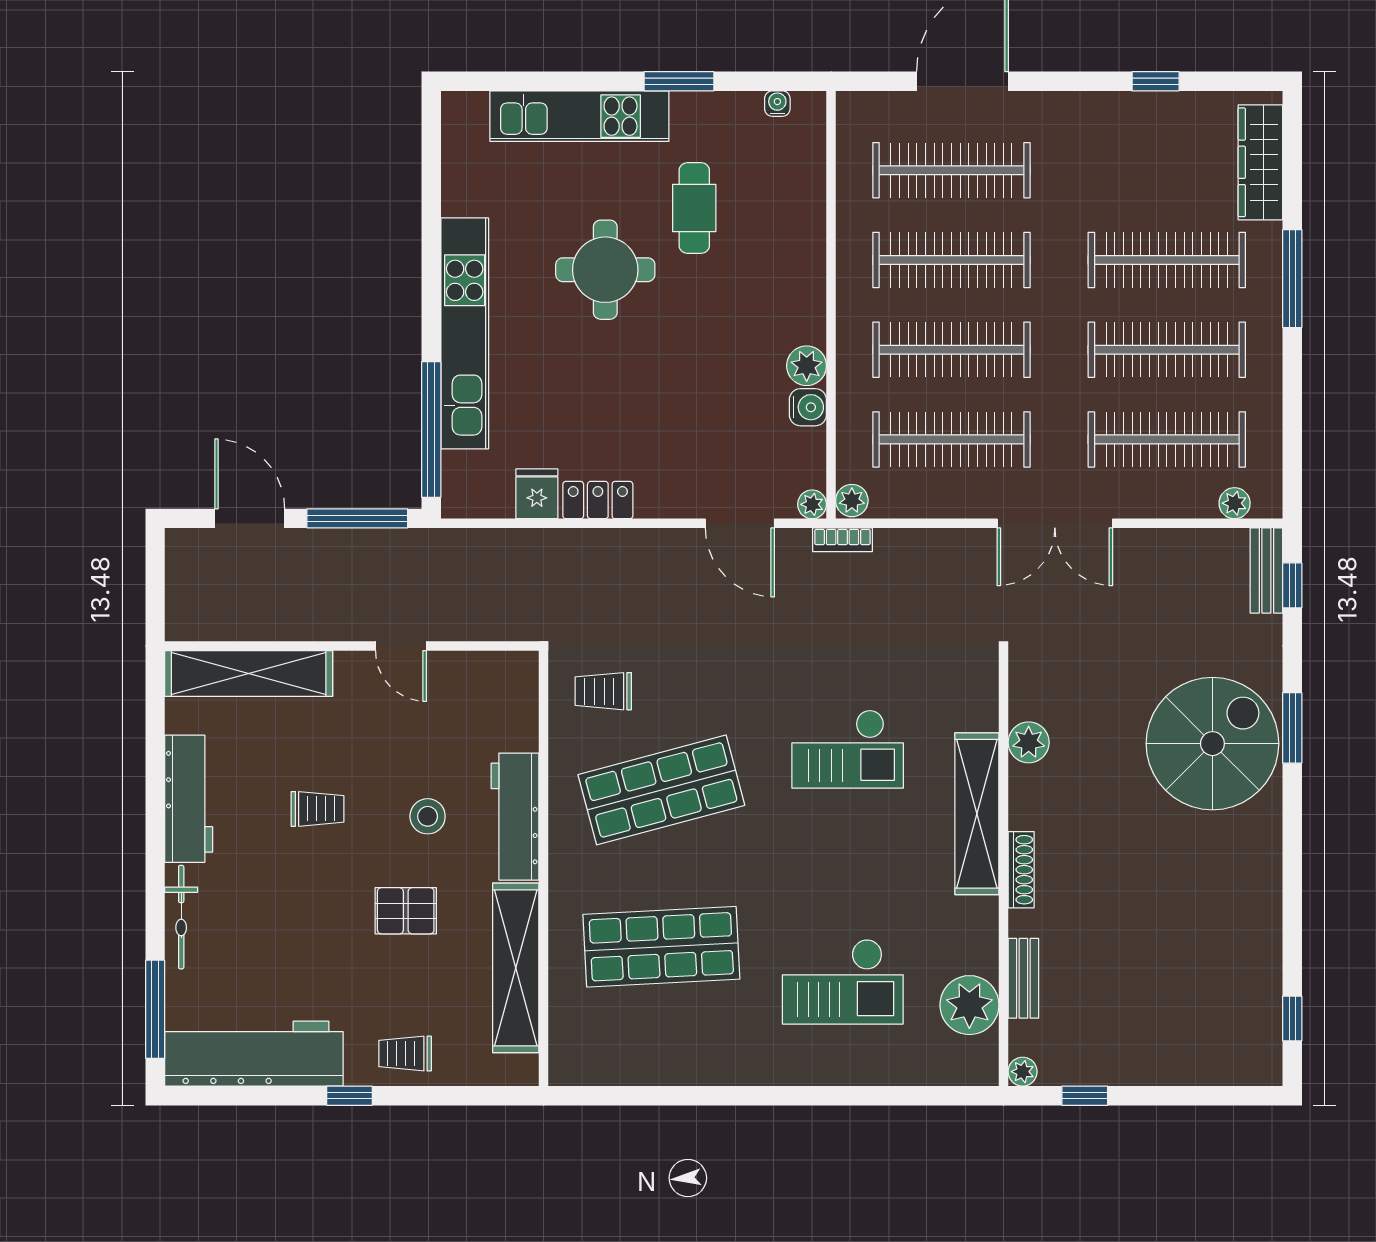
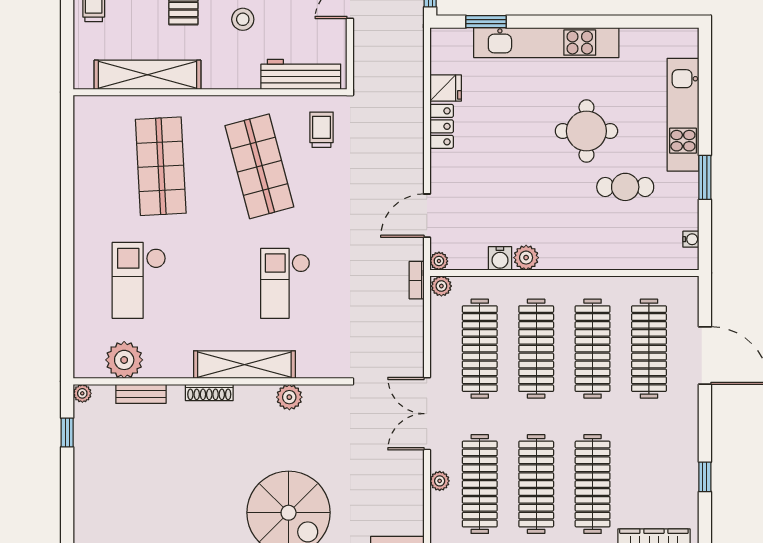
window: (431, 429) -> (486, 22), width x0.47
plant: (1235, 503) -> (440, 481), moved
workbench: (515, 817) -> (301, 74), moved

